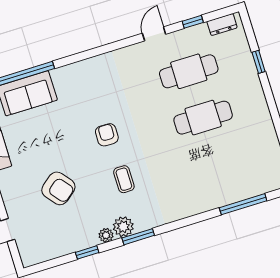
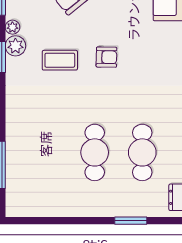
window: (259, 62) -> (131, 221), width x1.50
coffee table: (124, 179) -> (60, 60), width x1.36, depth x1.30

